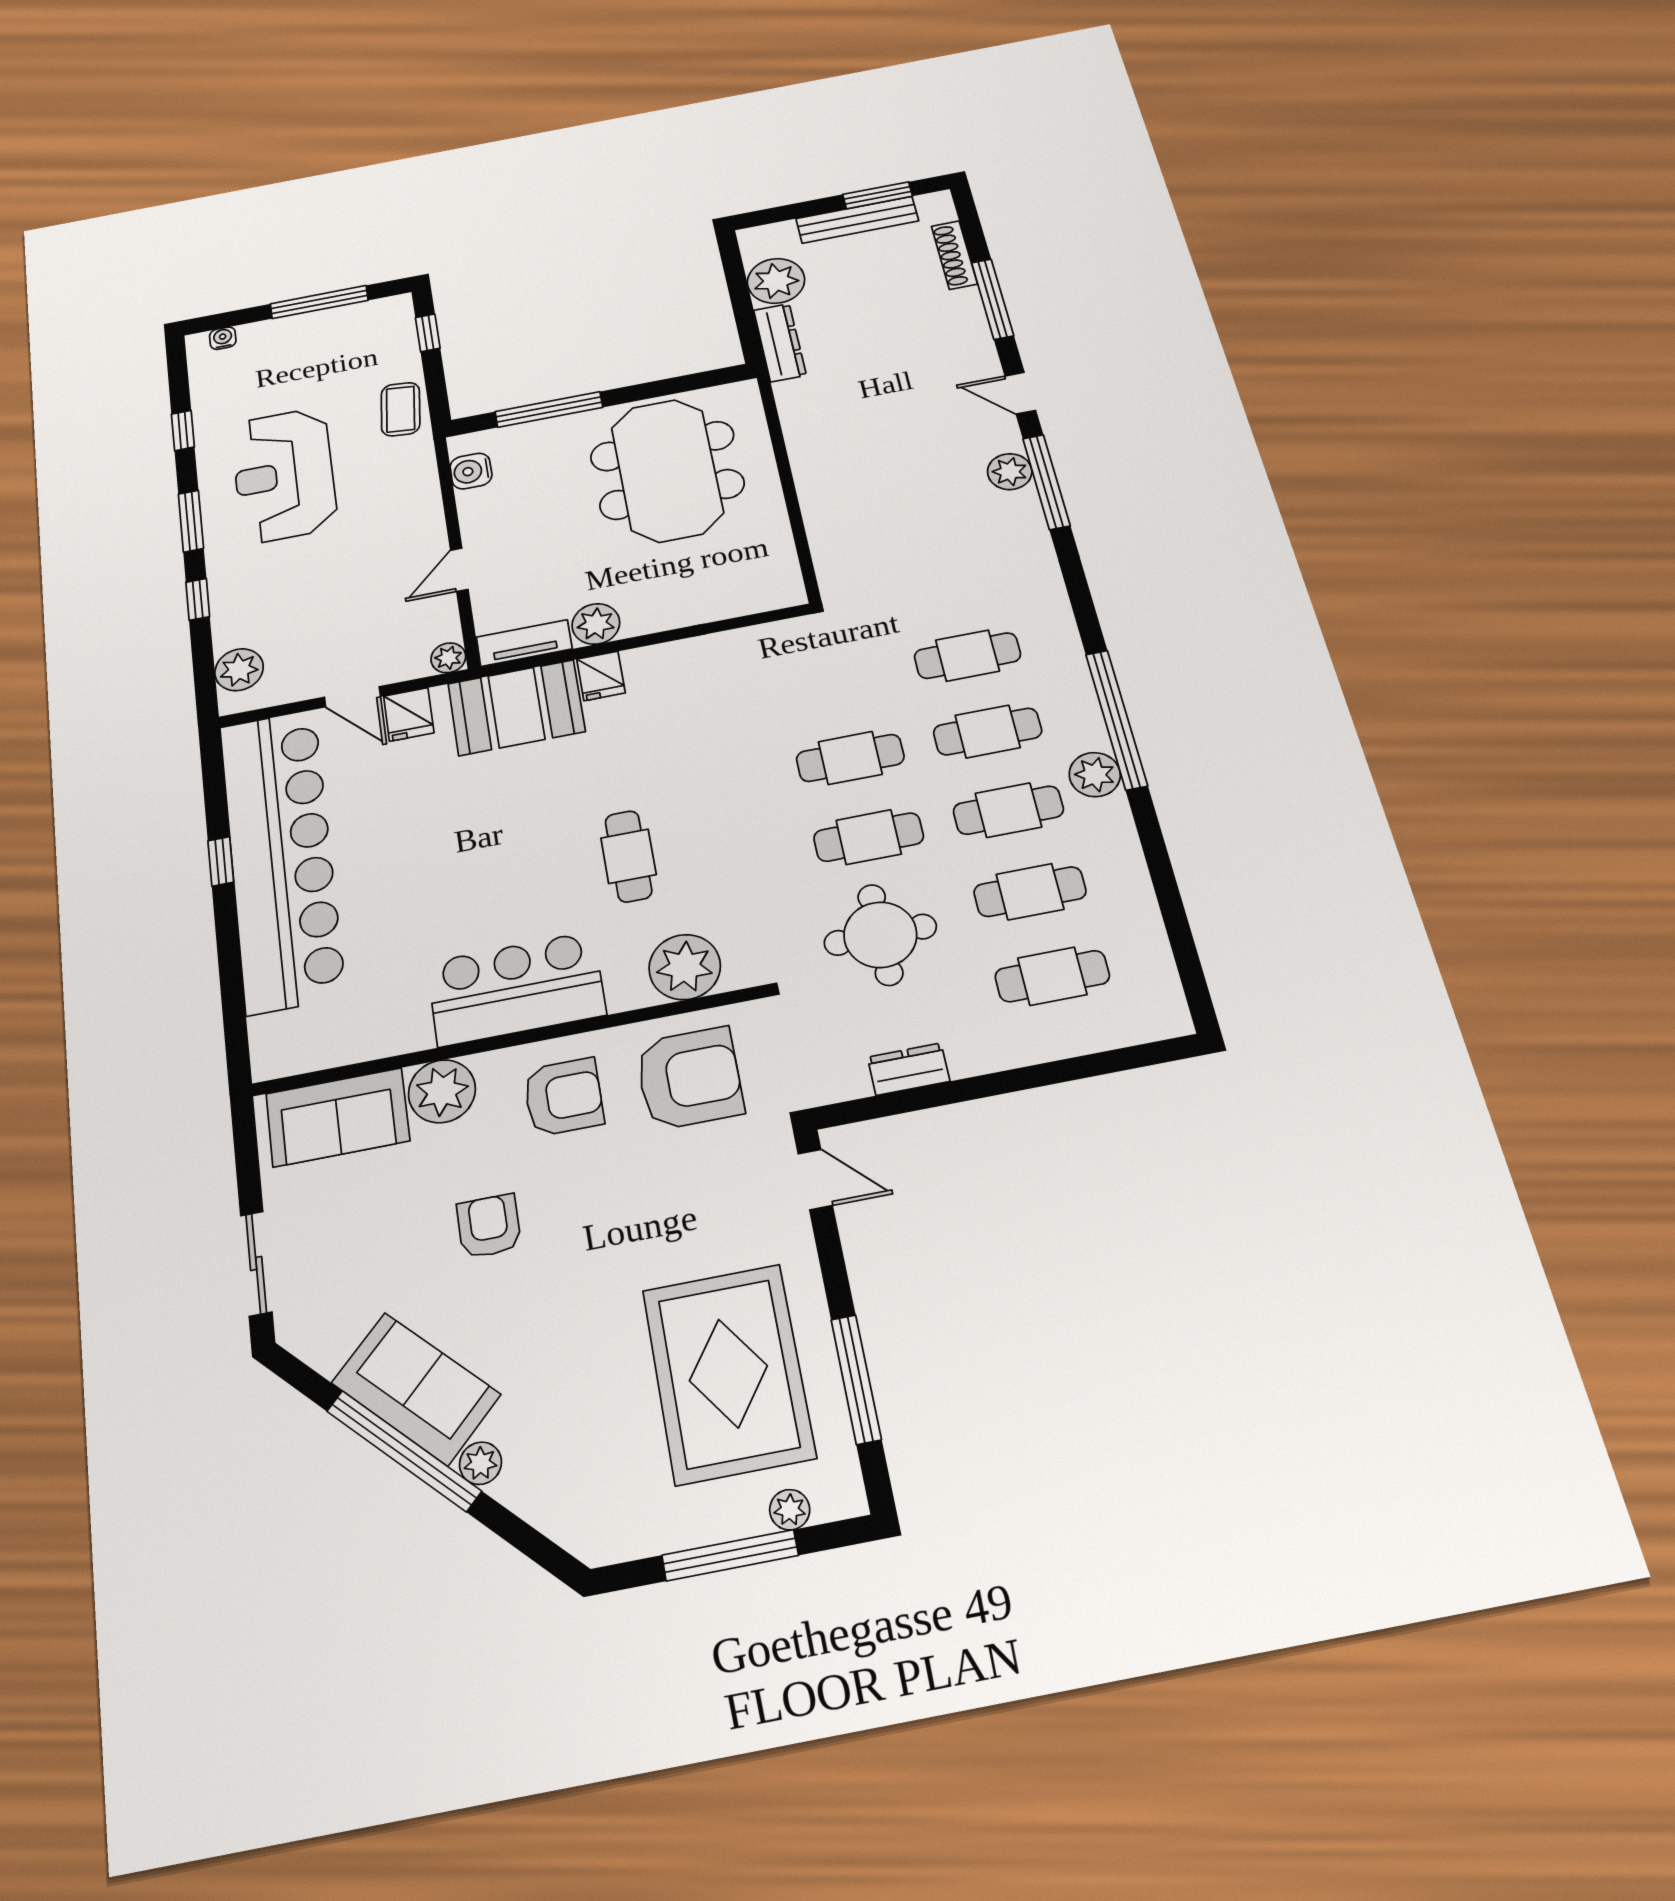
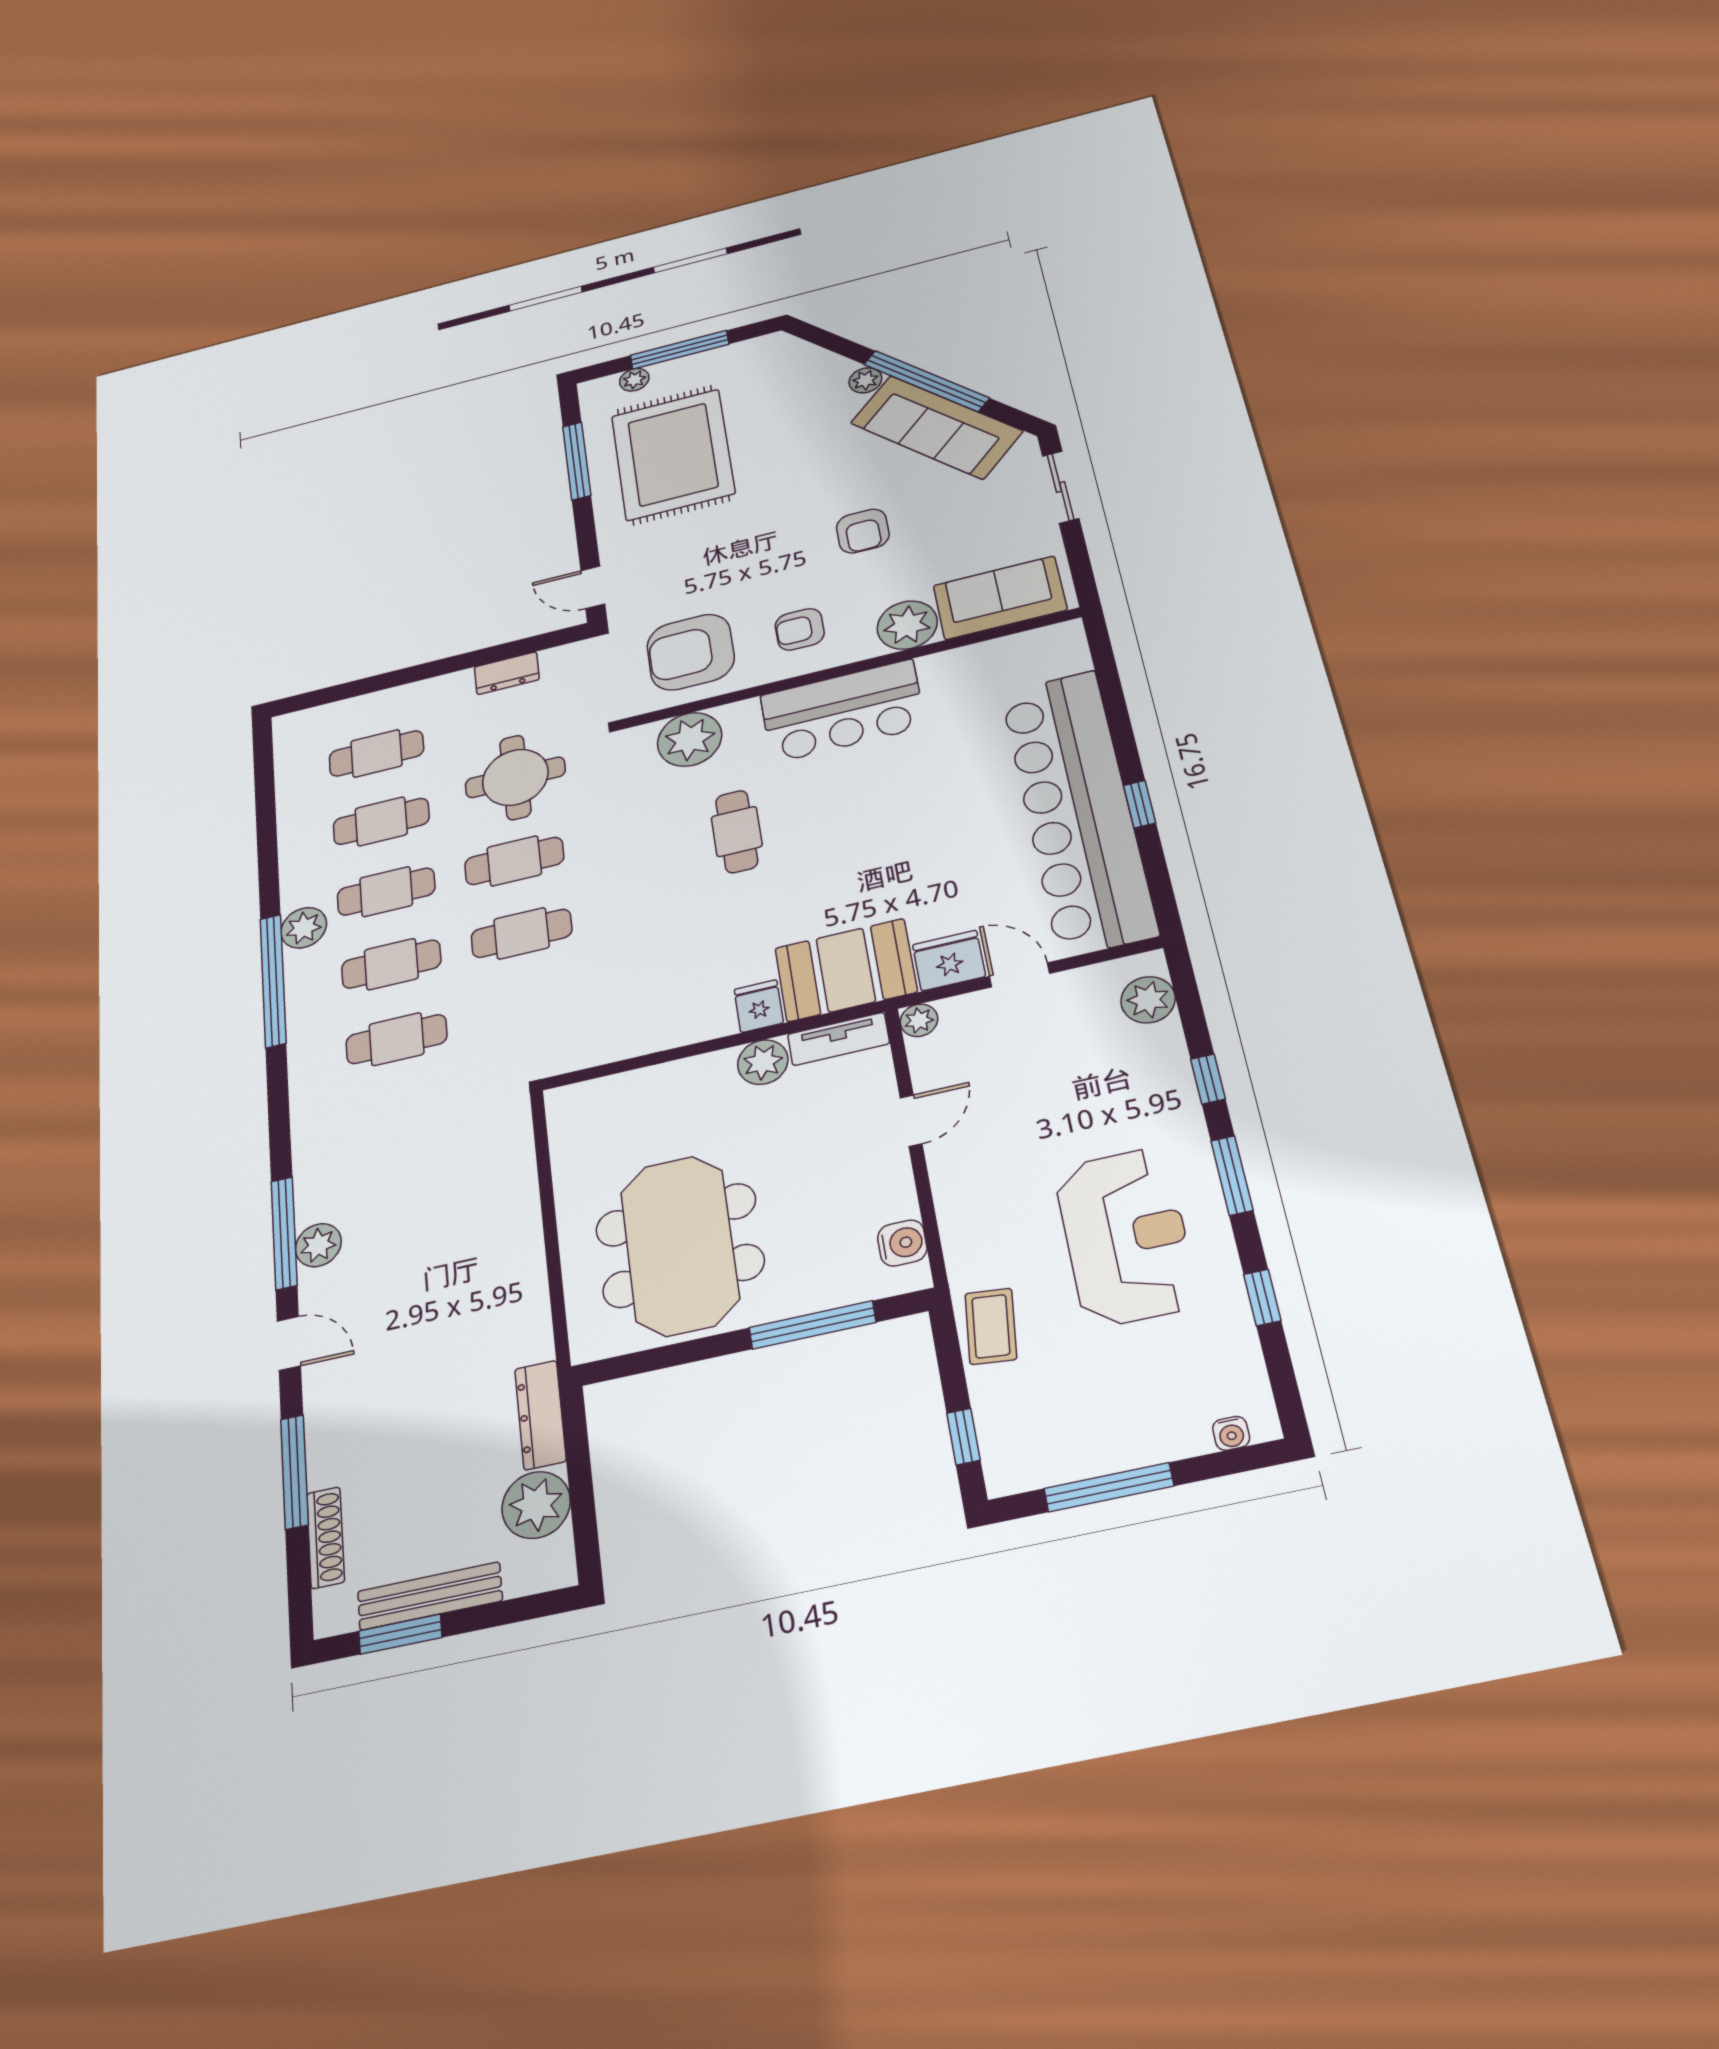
fridge: (409, 714) -> (949, 961), width x1.38
armchair: (564, 1097) -> (800, 629), width x0.72, depth x0.72
sofa: (416, 1389) -> (936, 427), width x1.36

